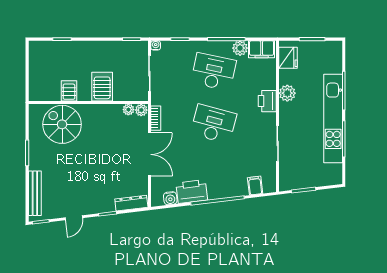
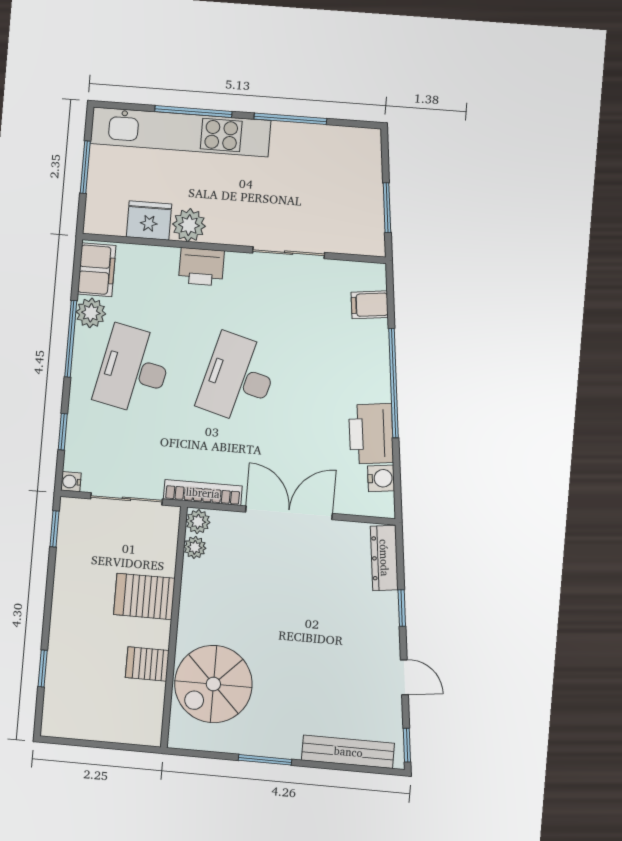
fridge: (288, 58) -> (149, 220), moved
bookcase: (156, 118) -> (203, 493), width x1.56
kitchen unit: (333, 118) -> (180, 132), moved

